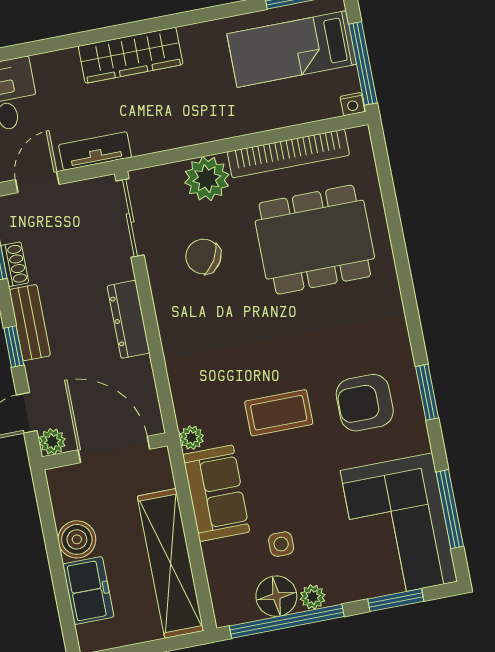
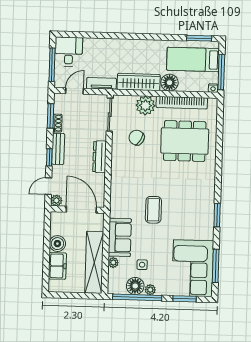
wardrobe: (131, 55) -> (139, 82), moved, turned 180
floor lamp: (250, 114) -> (169, 83), added
armchair: (365, 403) -> (190, 214), removed
coffee table: (279, 413) -> (153, 210), turned 90
plant: (192, 438) -> (113, 263), moved

